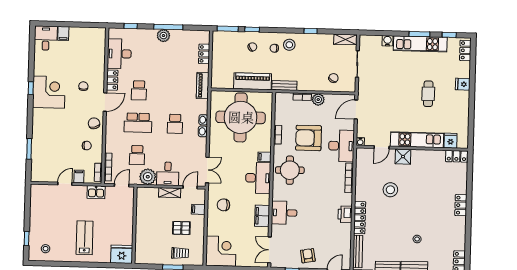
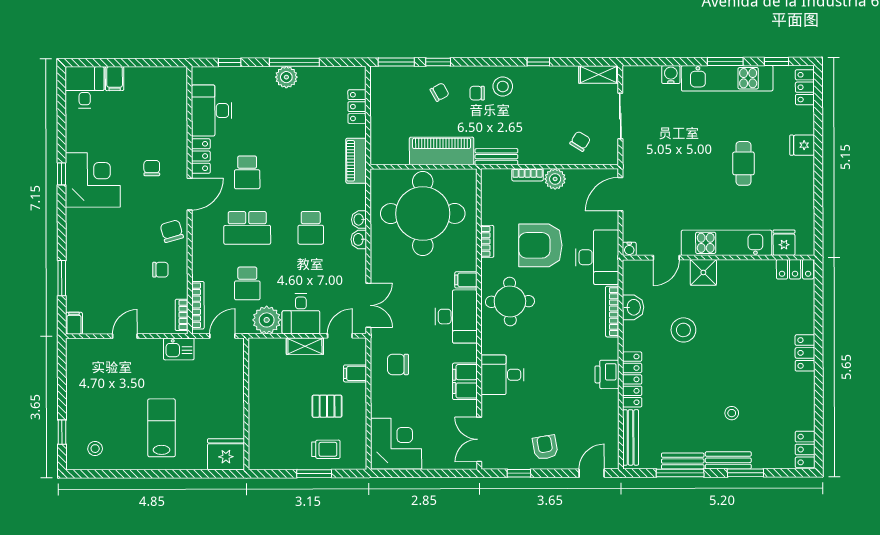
washbasin: (361, 176) -> (633, 307), added
filing cabinet: (79, 177) -> (74, 323), moved

